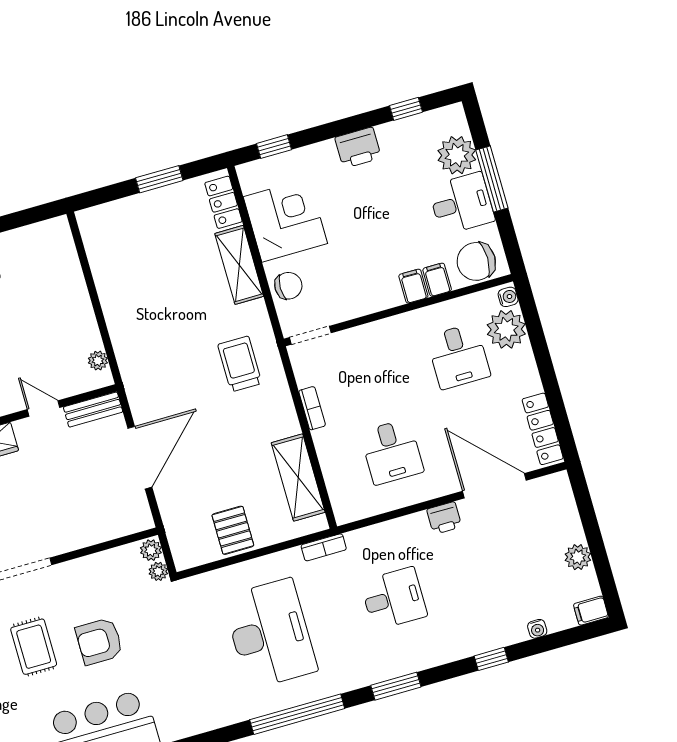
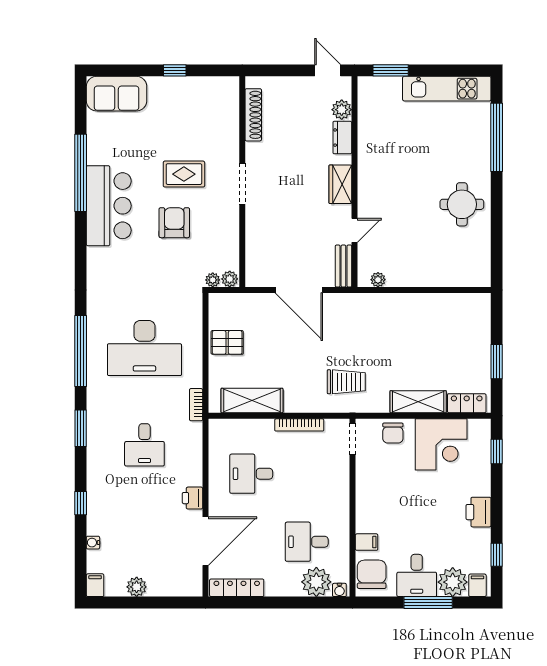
filing cabinet: (413, 286) -> (477, 585), moved, turned -90
bookcase: (312, 408) -> (299, 425), width x1.56

